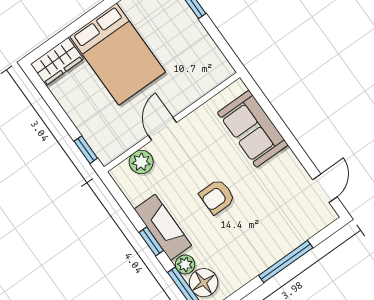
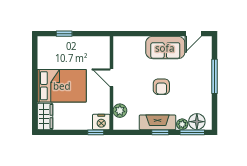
door: (162, 129) -> (111, 78), moved
sofa: (253, 129) -> (165, 48), moved
nightstand: (106, 147) -> (101, 122), added
door: (325, 188) -> (193, 34), swing flipped

